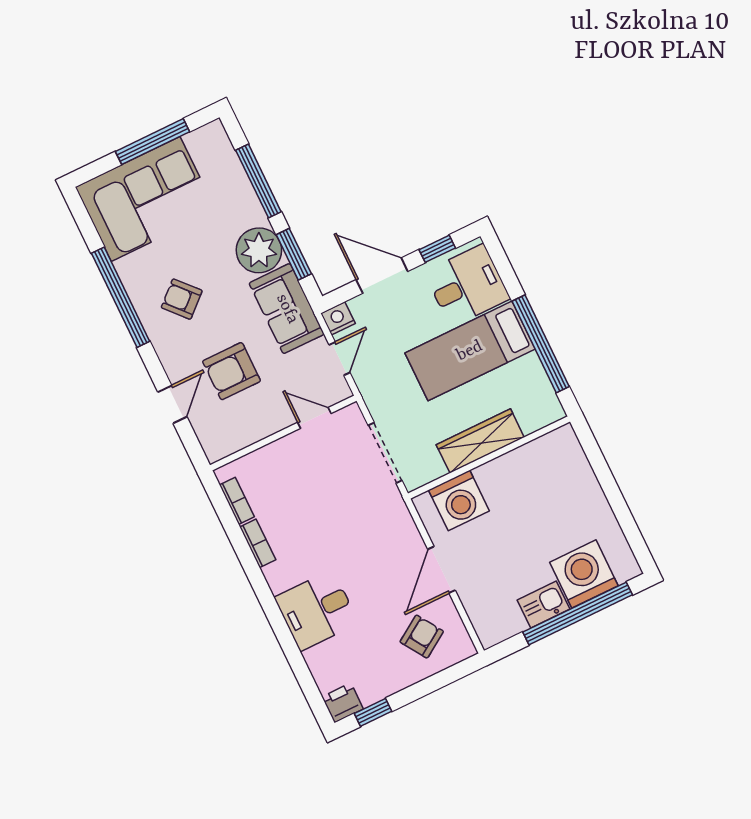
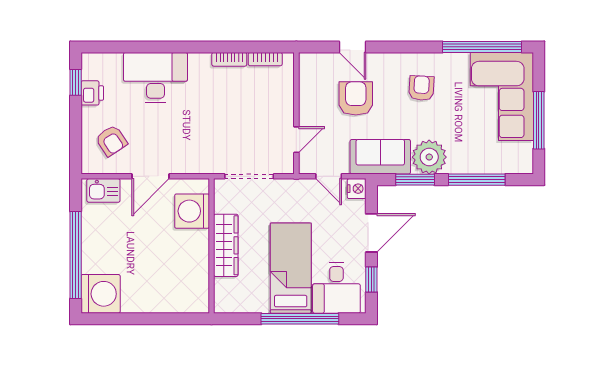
window: (121, 297) -> (482, 47), moved
armchair: (182, 299) -> (421, 88), turned -45
window: (541, 344) -> (300, 319), moved
door: (442, 570) -> (151, 176), swing flipped
washing machine: (584, 574) -> (101, 294), moved
kitchen sink: (544, 604) -> (103, 190), moved, turned 90
desk: (316, 610) -> (155, 77), width x1.37
printer: (343, 703) -> (92, 93), moved

